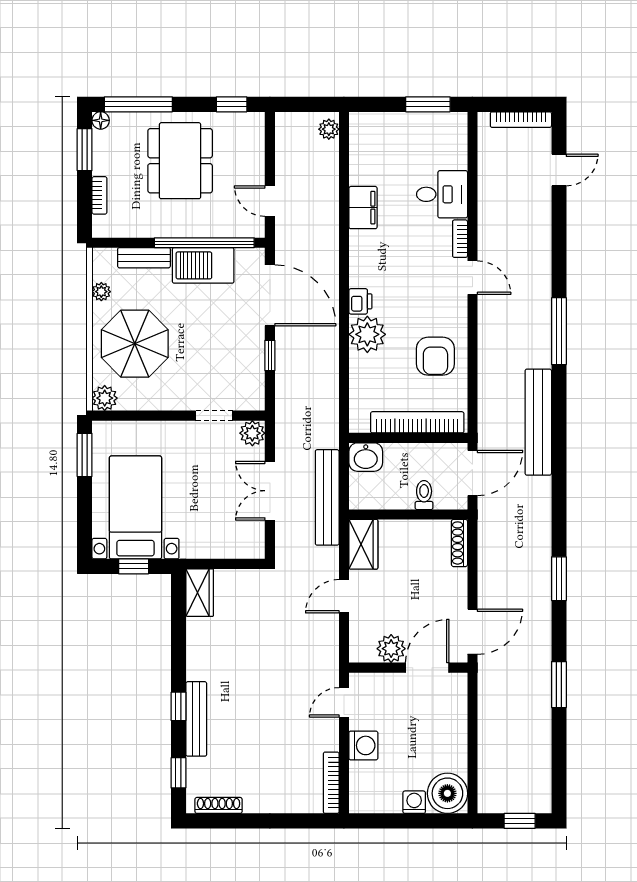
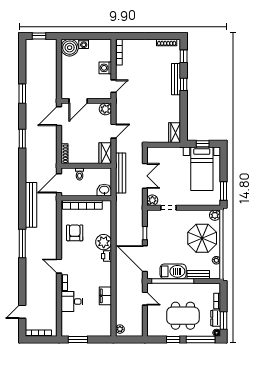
window: (232, 104) -> (173, 340), moved
dresser: (103, 155) -> (216, 318), added
dining table: (180, 161) -> (183, 316), turned 90
plant: (391, 649) -> (105, 109), moved

